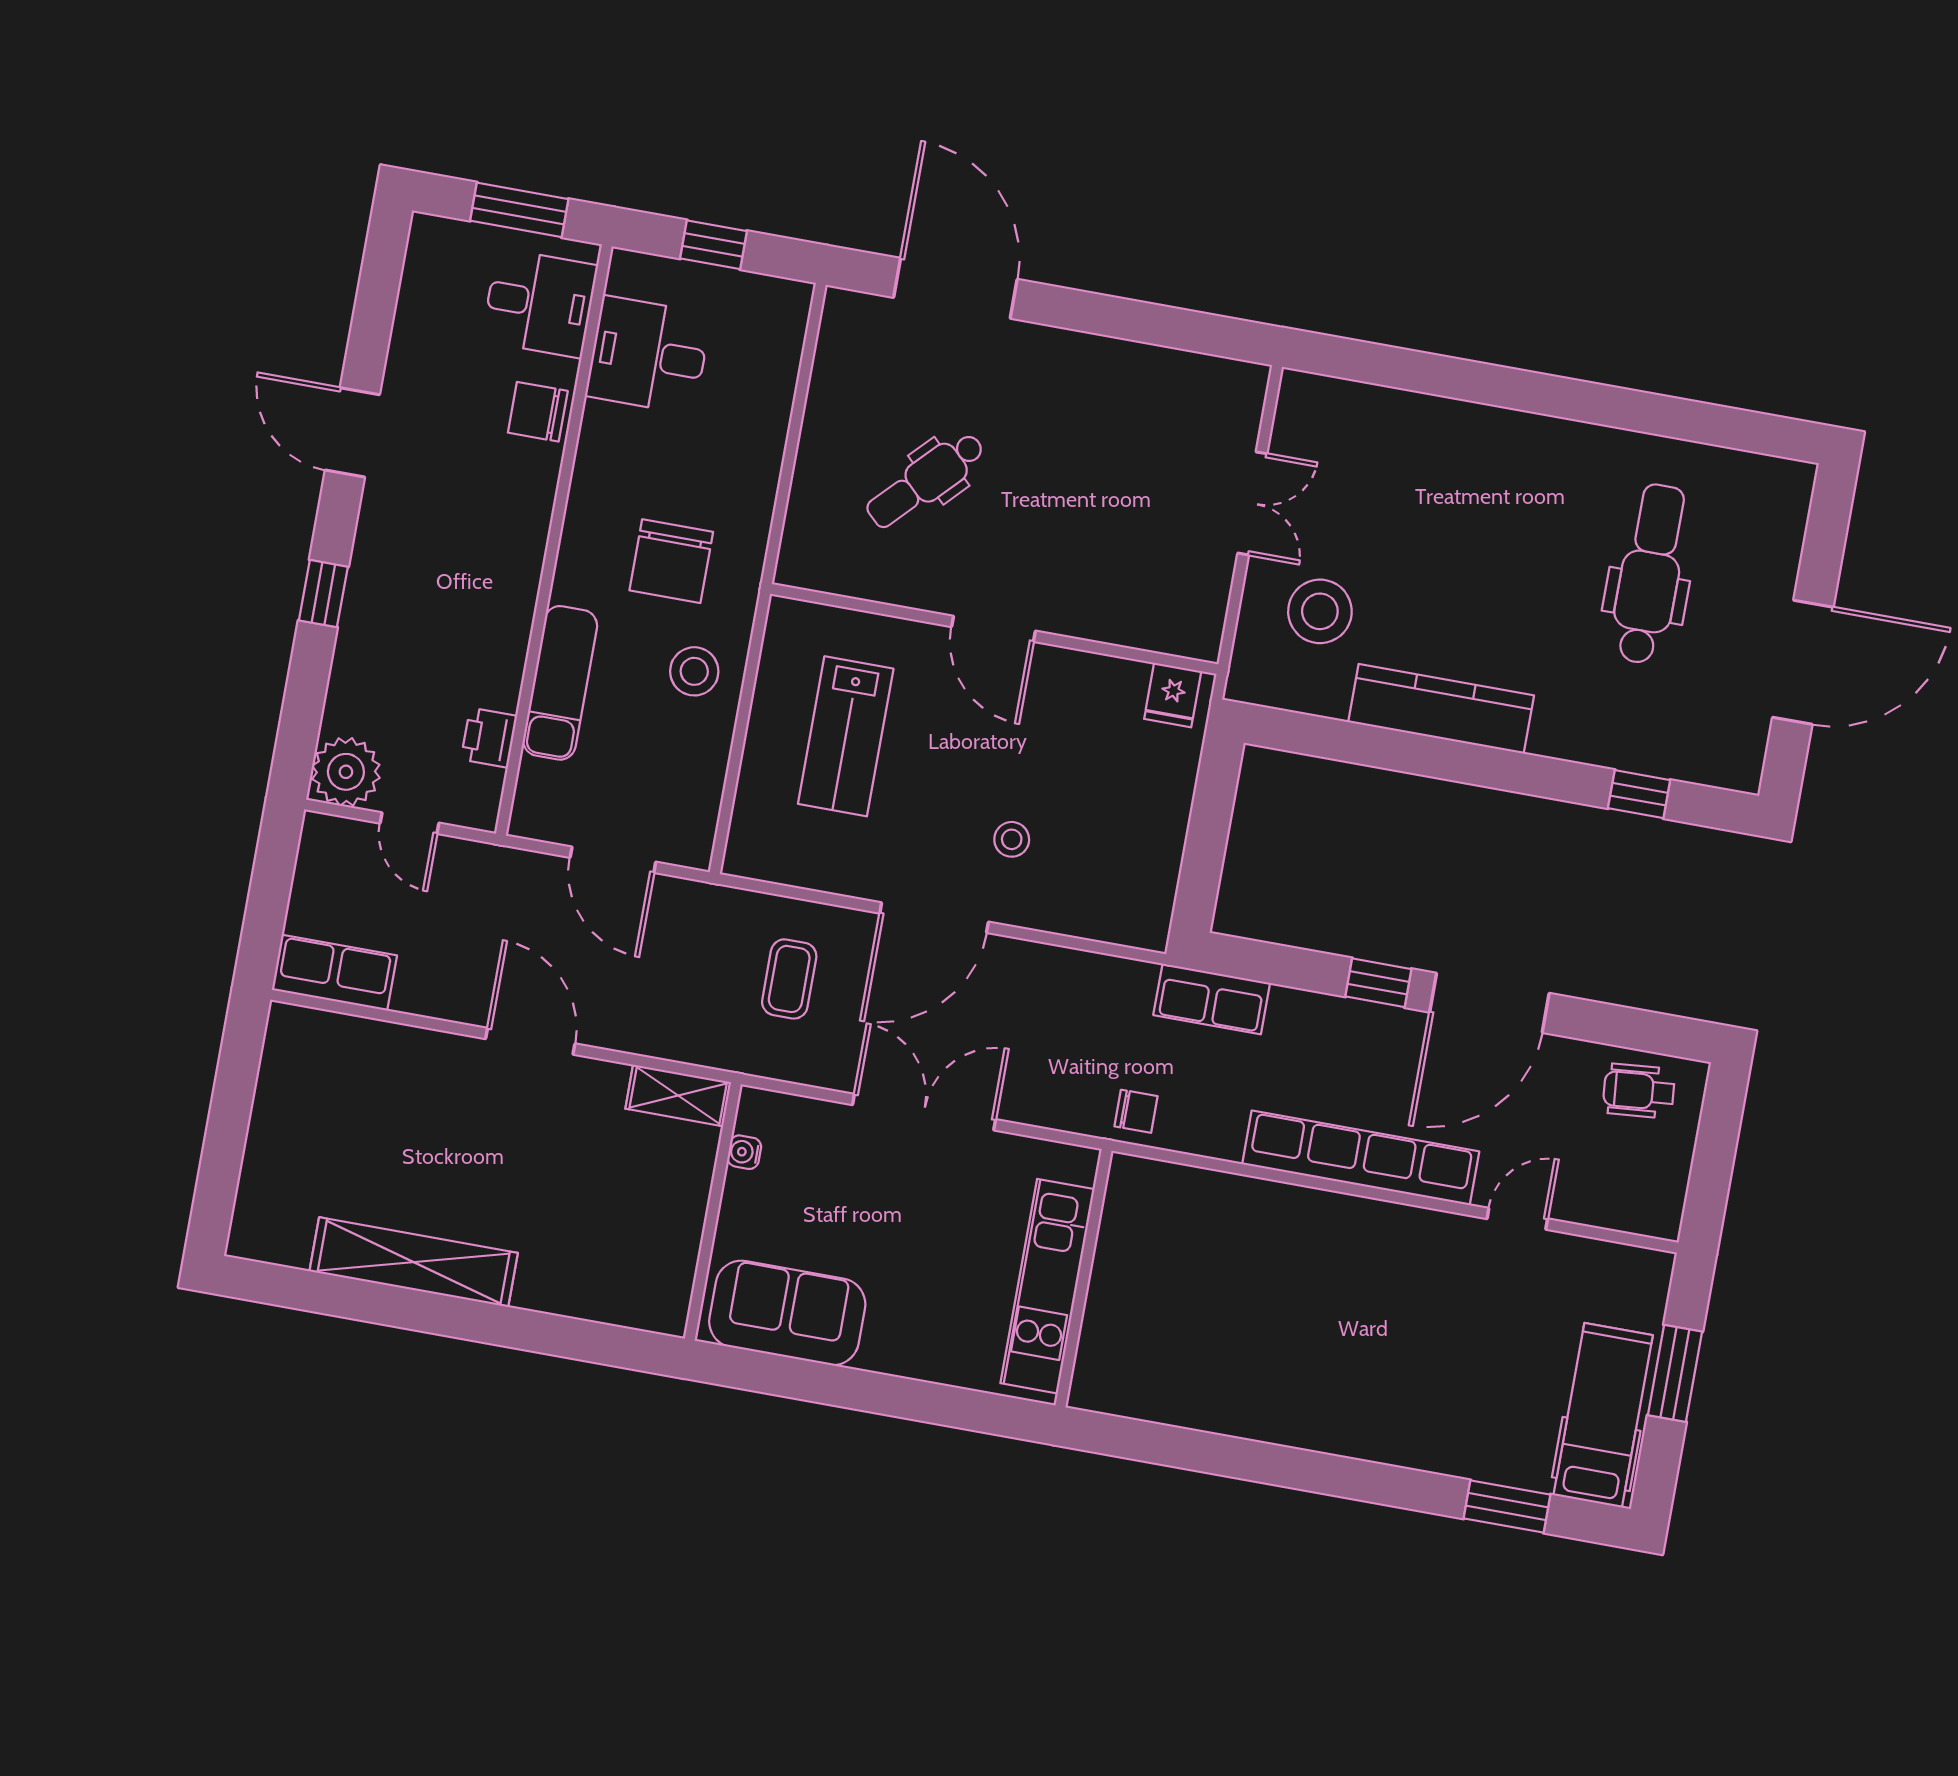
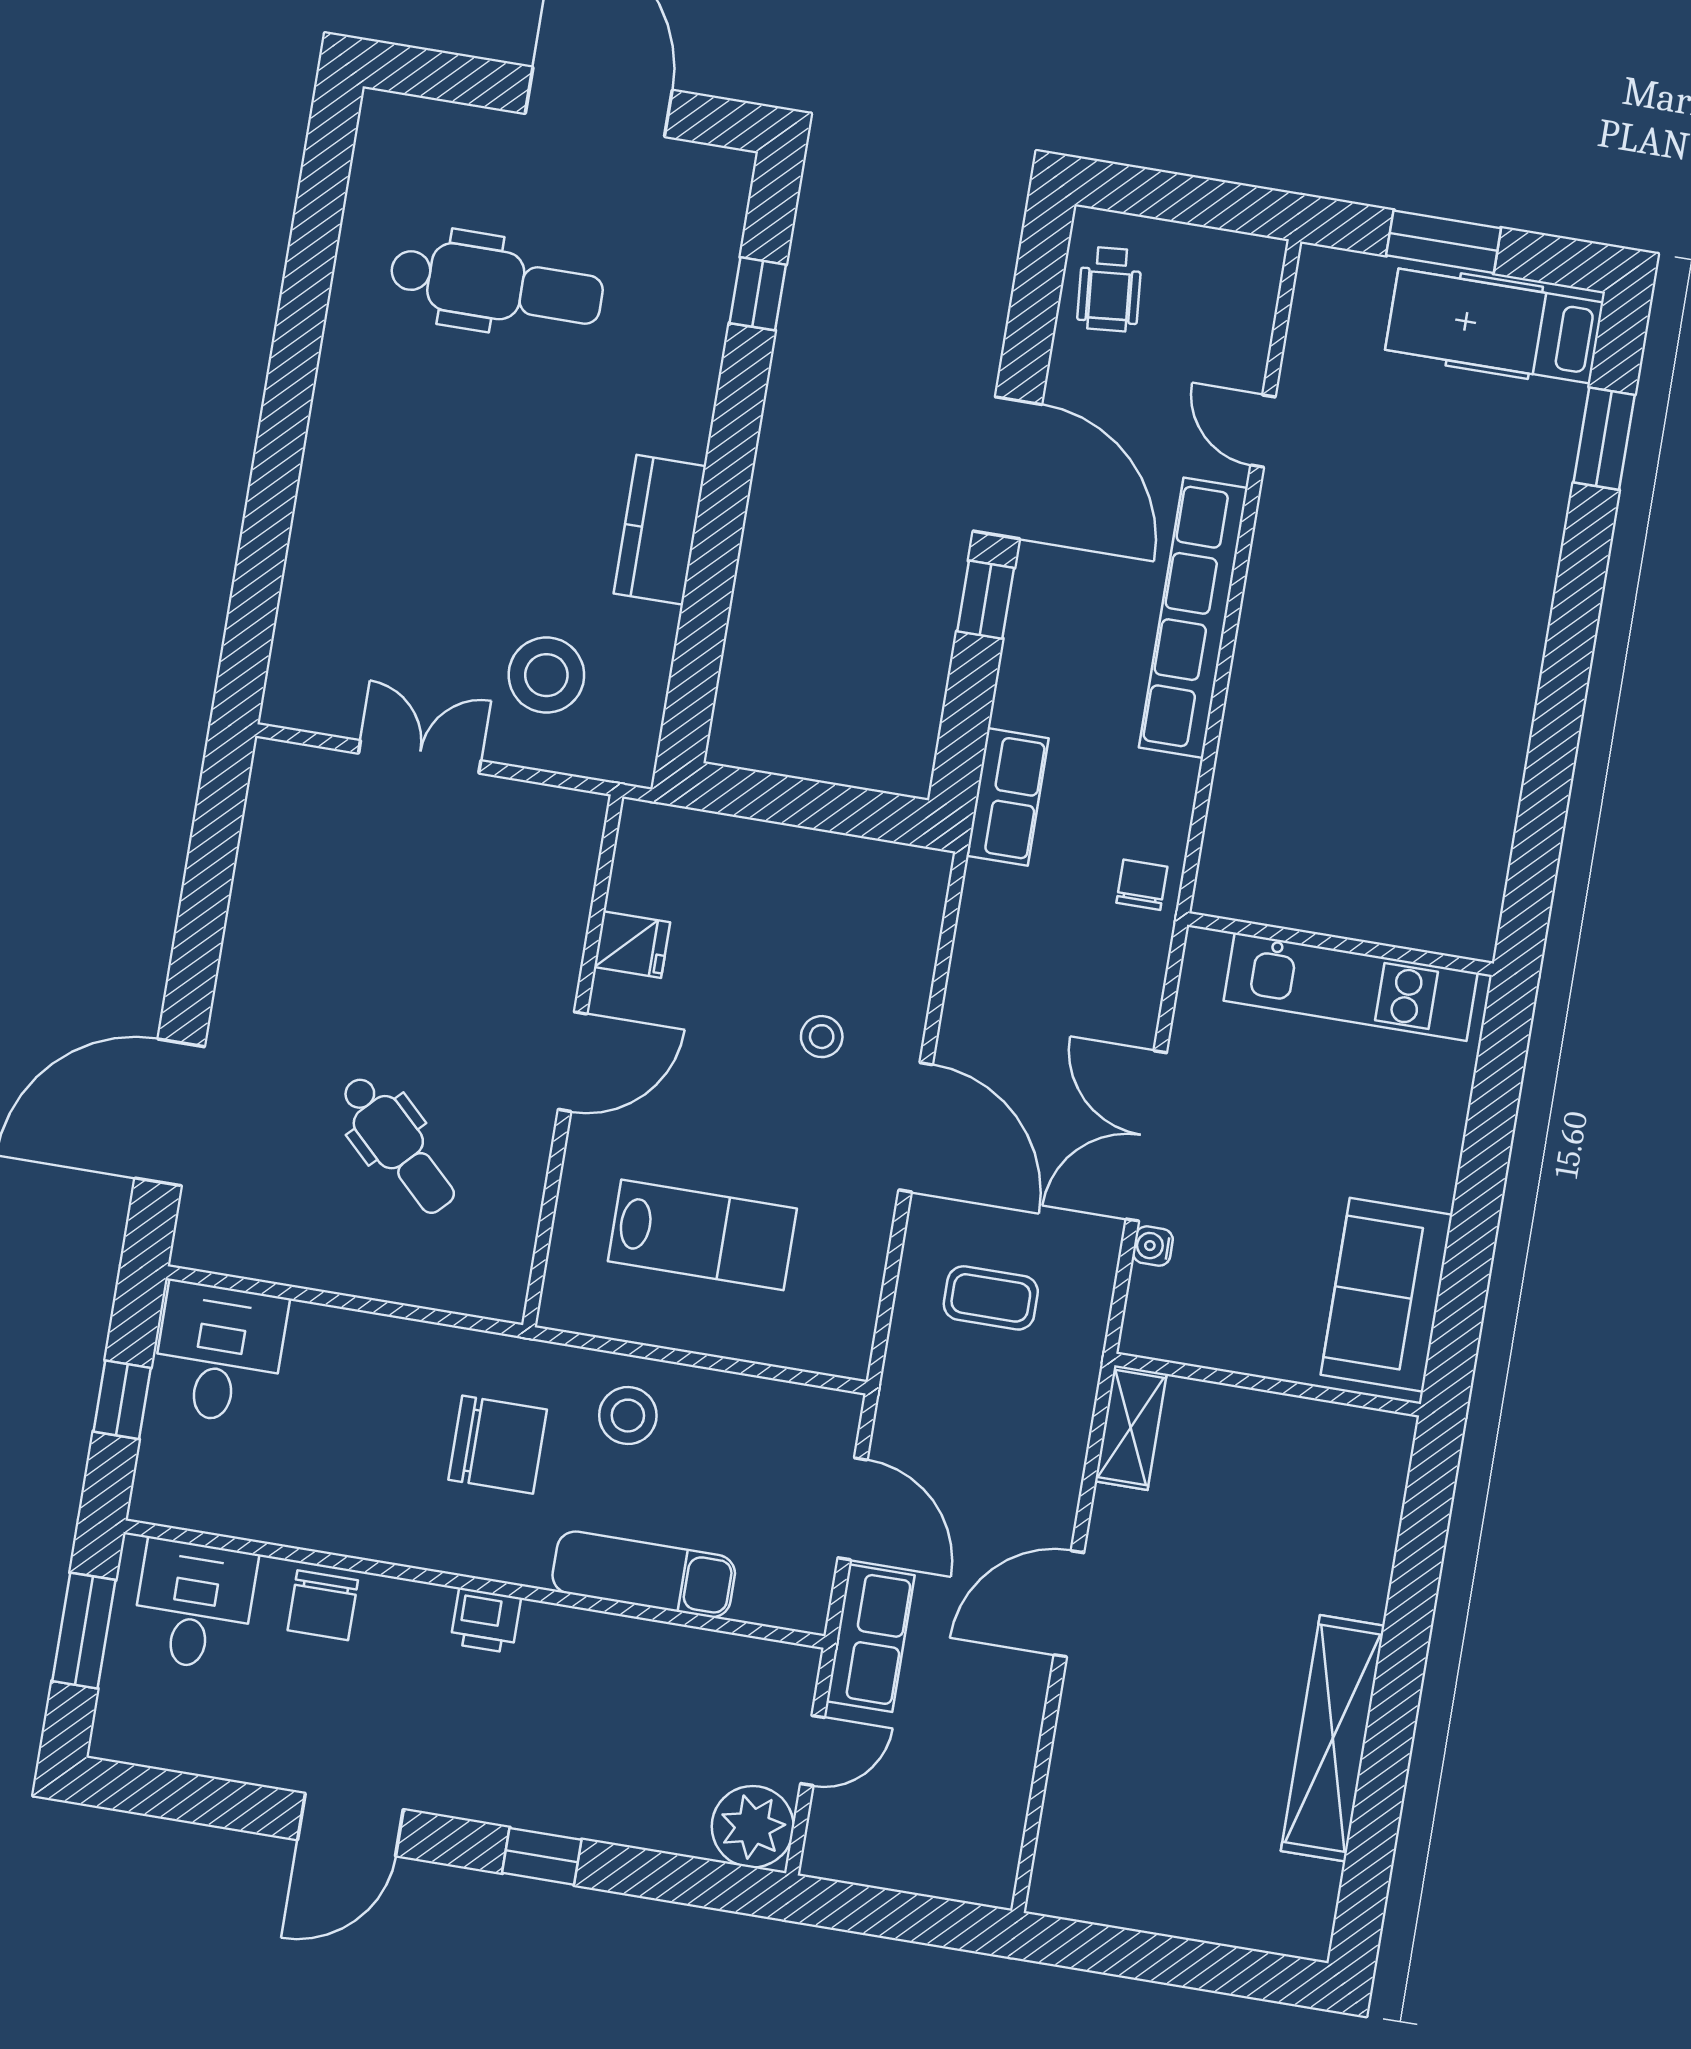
desk: (648, 355) -> (219, 1353), moved, turned 180
dental chair: (1650, 574) -> (497, 285), turned 180
fridge: (1173, 695) -> (632, 945), moved
kitchen counter: (1441, 709) -> (660, 530), width x0.67
printer: (489, 738) -> (486, 1621), moved
door: (613, 860) -> (853, 1509), hinge flipped
row of seats: (334, 973) -> (871, 1638), moved, turned 180
water cooler: (744, 1152) -> (1153, 1246), moved, turned 90

